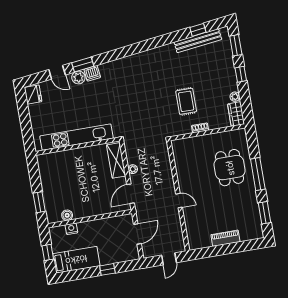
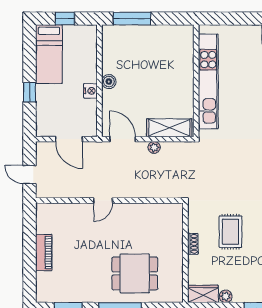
rug: (186, 101) -> (230, 232), turned 90
window: (39, 202) -> (132, 19), width x1.44
boiler: (67, 215) -> (109, 82), moved
nightstand: (71, 229) -> (90, 91), moved

